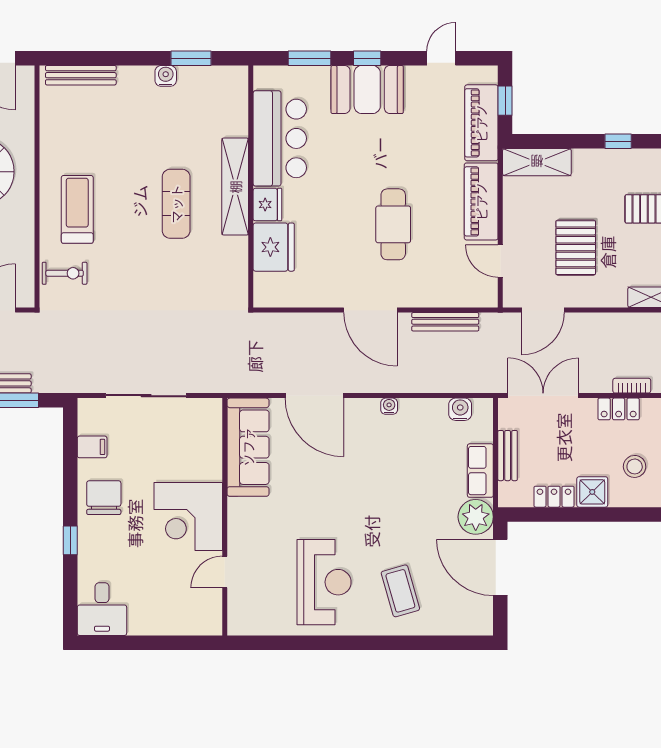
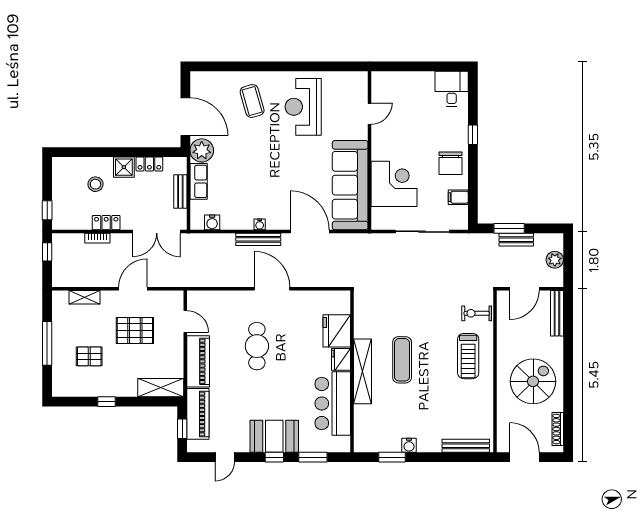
pallet: (576, 248) -> (135, 331), turned 90
door: (543, 310) -> (133, 289), moved
bench: (445, 322) -> (258, 239), moved
sofa: (248, 447) -> (350, 185), width x1.36, depth x1.27
corner desk: (188, 516) -> (394, 184), moved

